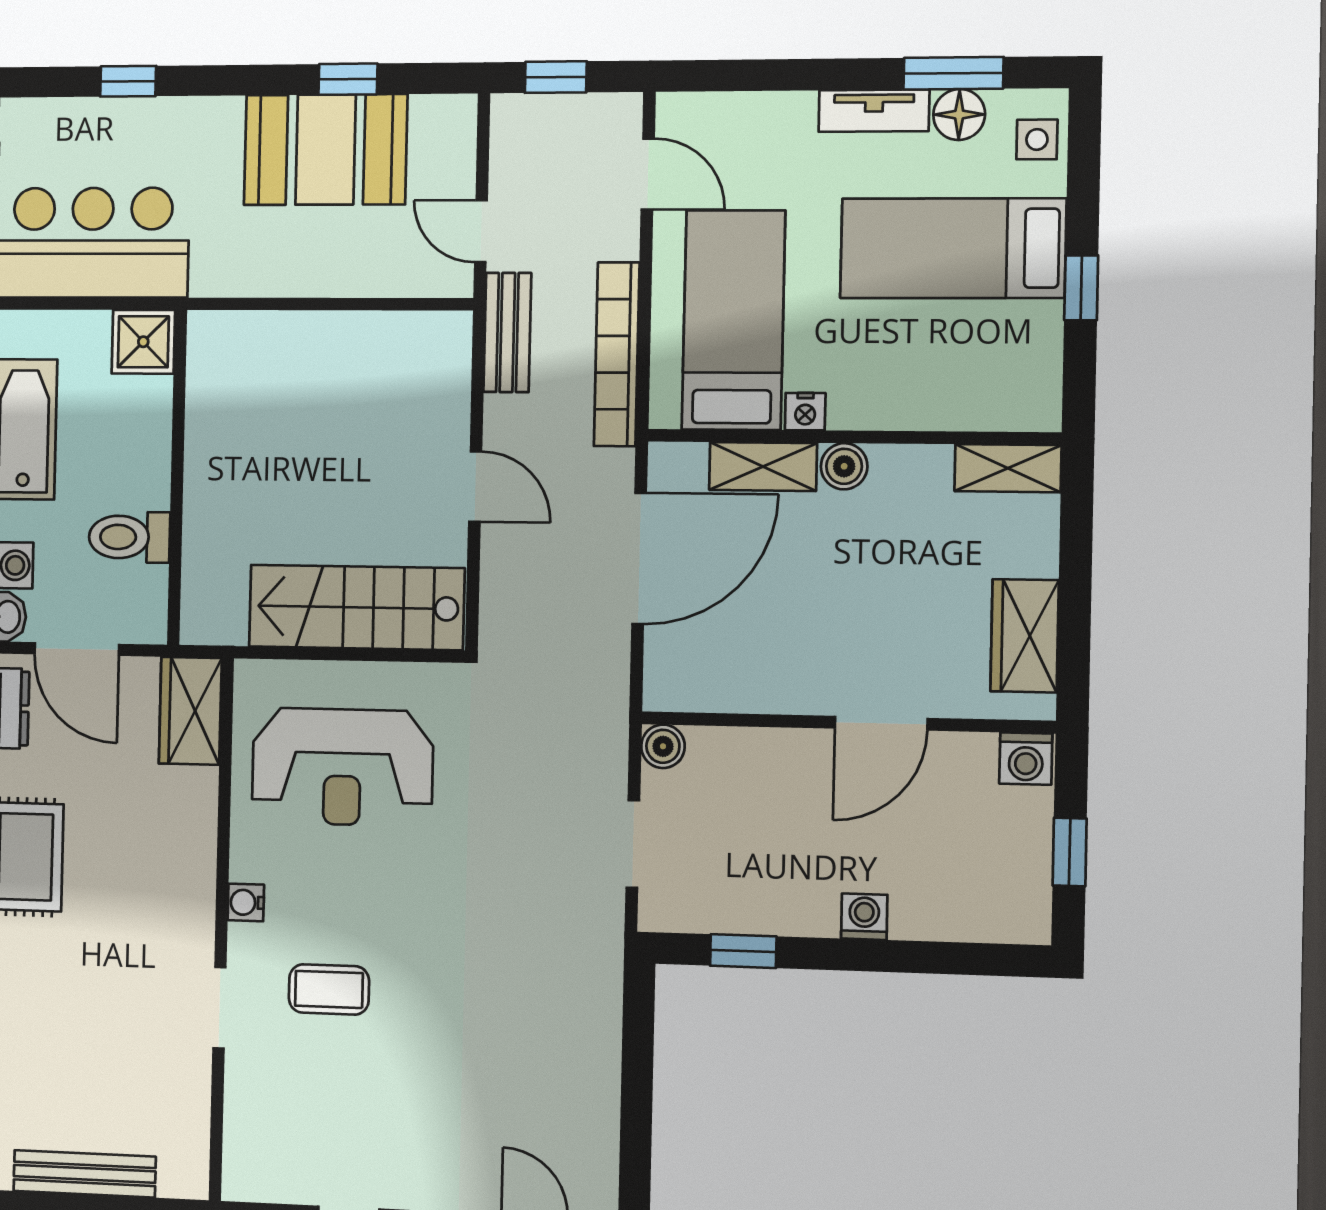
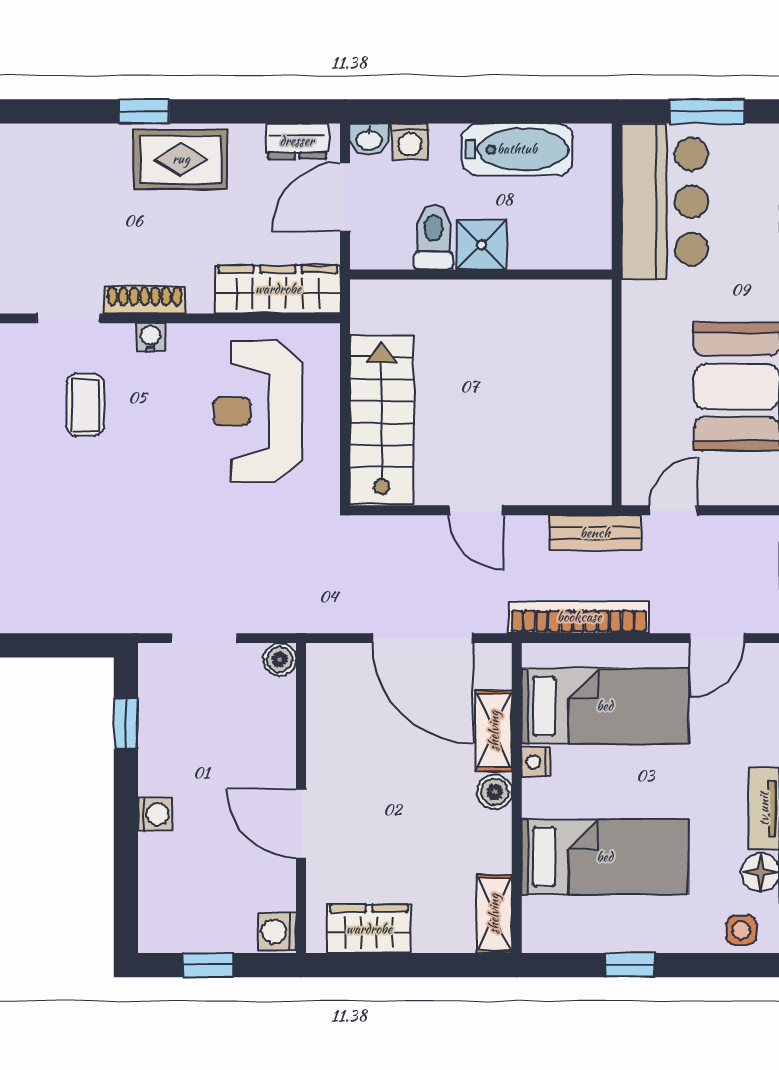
bed: (953, 248) -> (605, 857), moved, turned 90
shower: (143, 342) -> (482, 245), moved
door: (475, 487) -> (476, 510), hinge flipped
wardrobe: (190, 711) -> (278, 289), width x1.50
shoe rack: (198, 908) -> (145, 300), added

